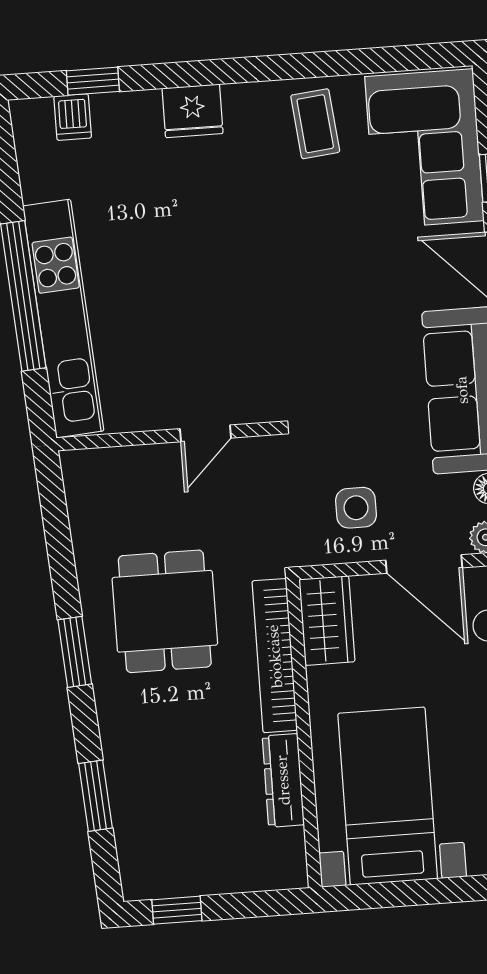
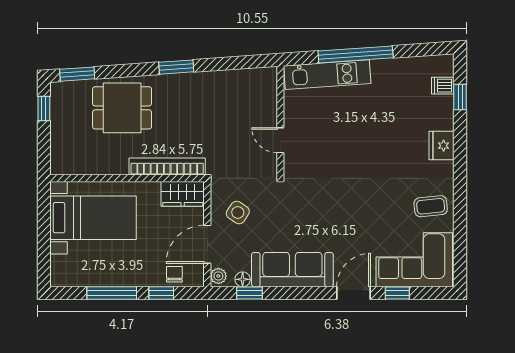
kitchen unit: (63, 318) -> (327, 75), width x0.73
side table: (356, 508) -> (238, 212), turned 34
dining table: (165, 611) -> (122, 108), moved
dresser: (283, 780) -> (105, 166), removed
window: (95, 796) -> (77, 74), moved

